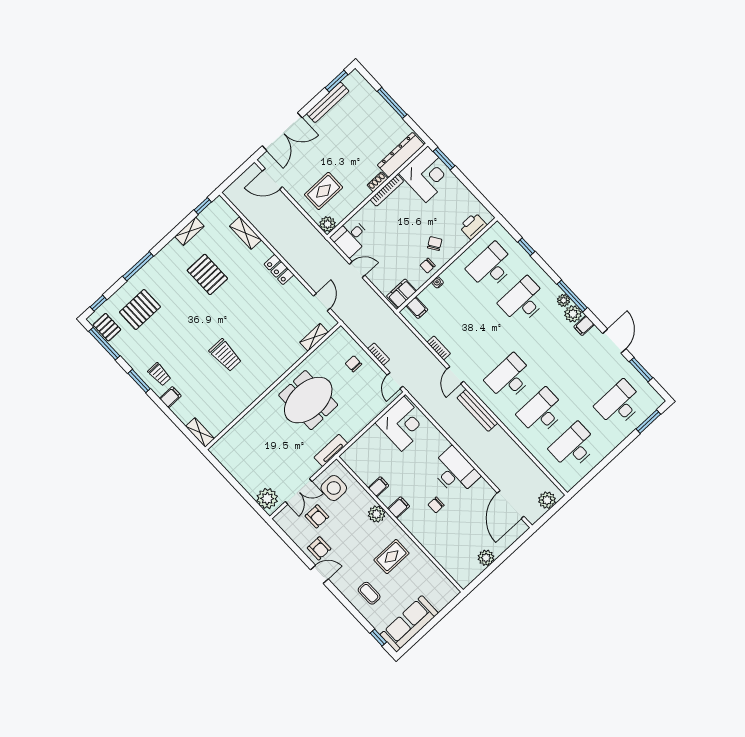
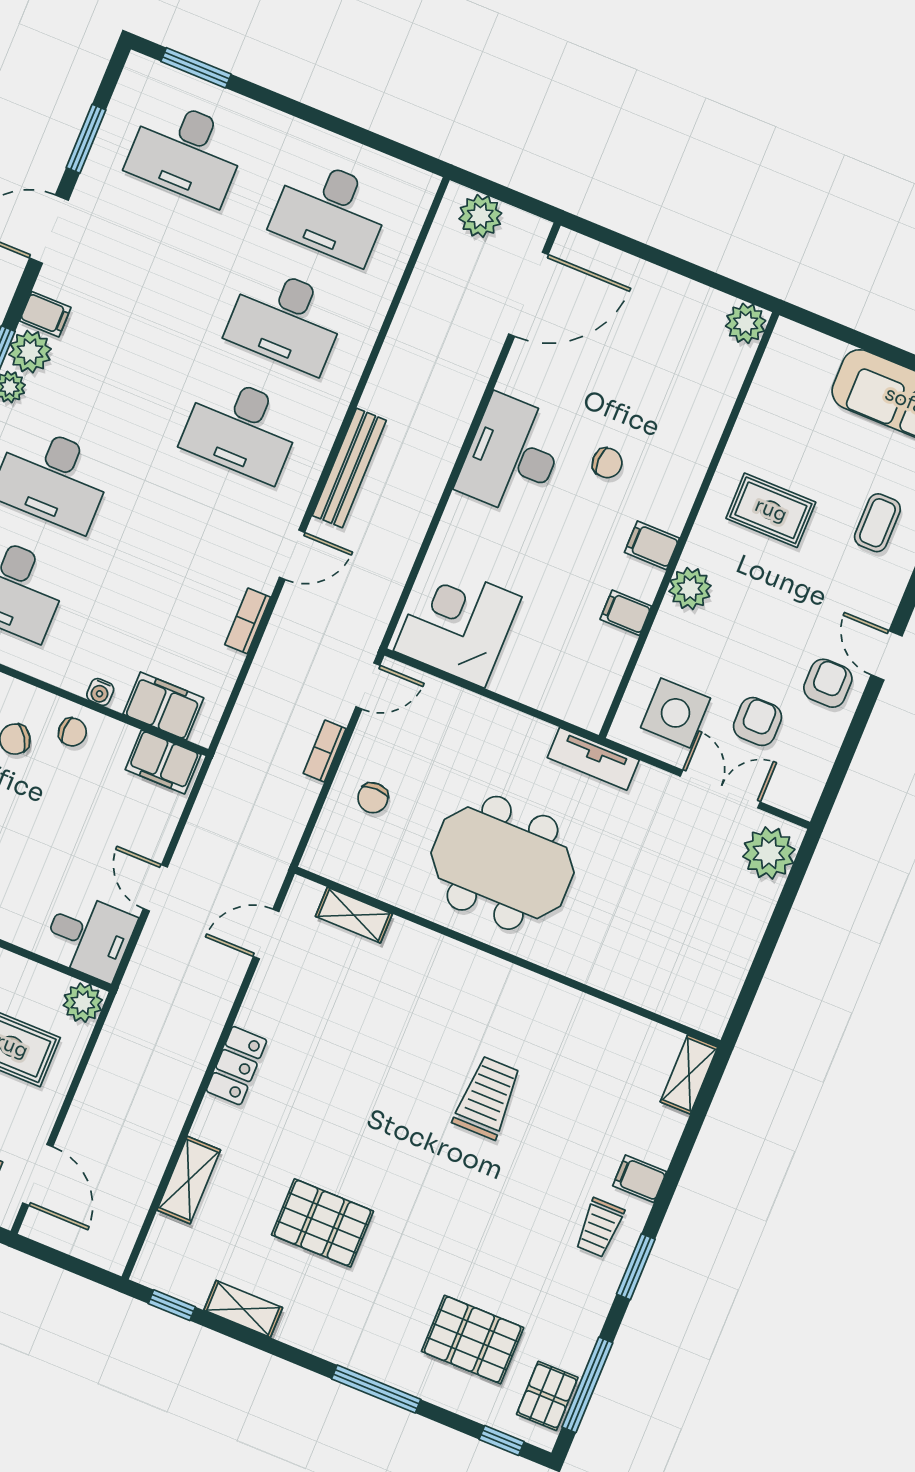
pallet: (207, 274) -> (323, 1223), turned 90
filing cabinet: (417, 308) -> (163, 706), width x2.00
trolley: (159, 374) -> (599, 1228), turned 180
plant: (486, 558) -> (746, 323), moved

